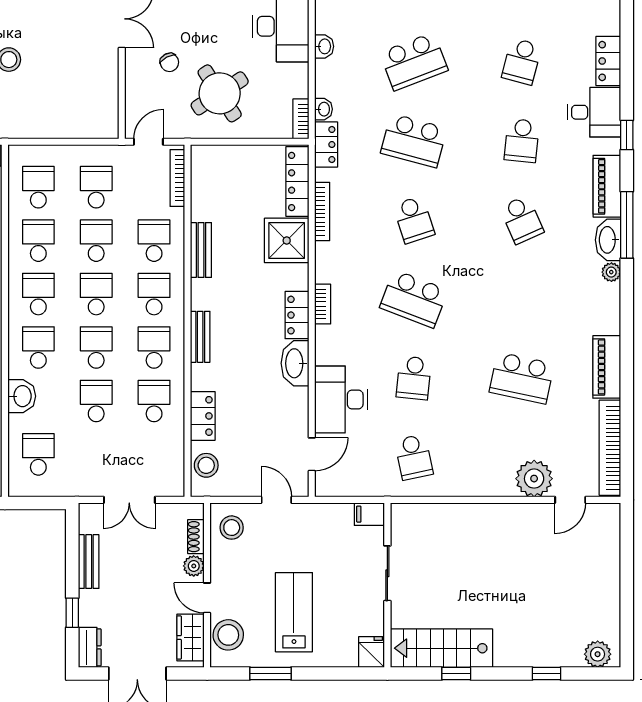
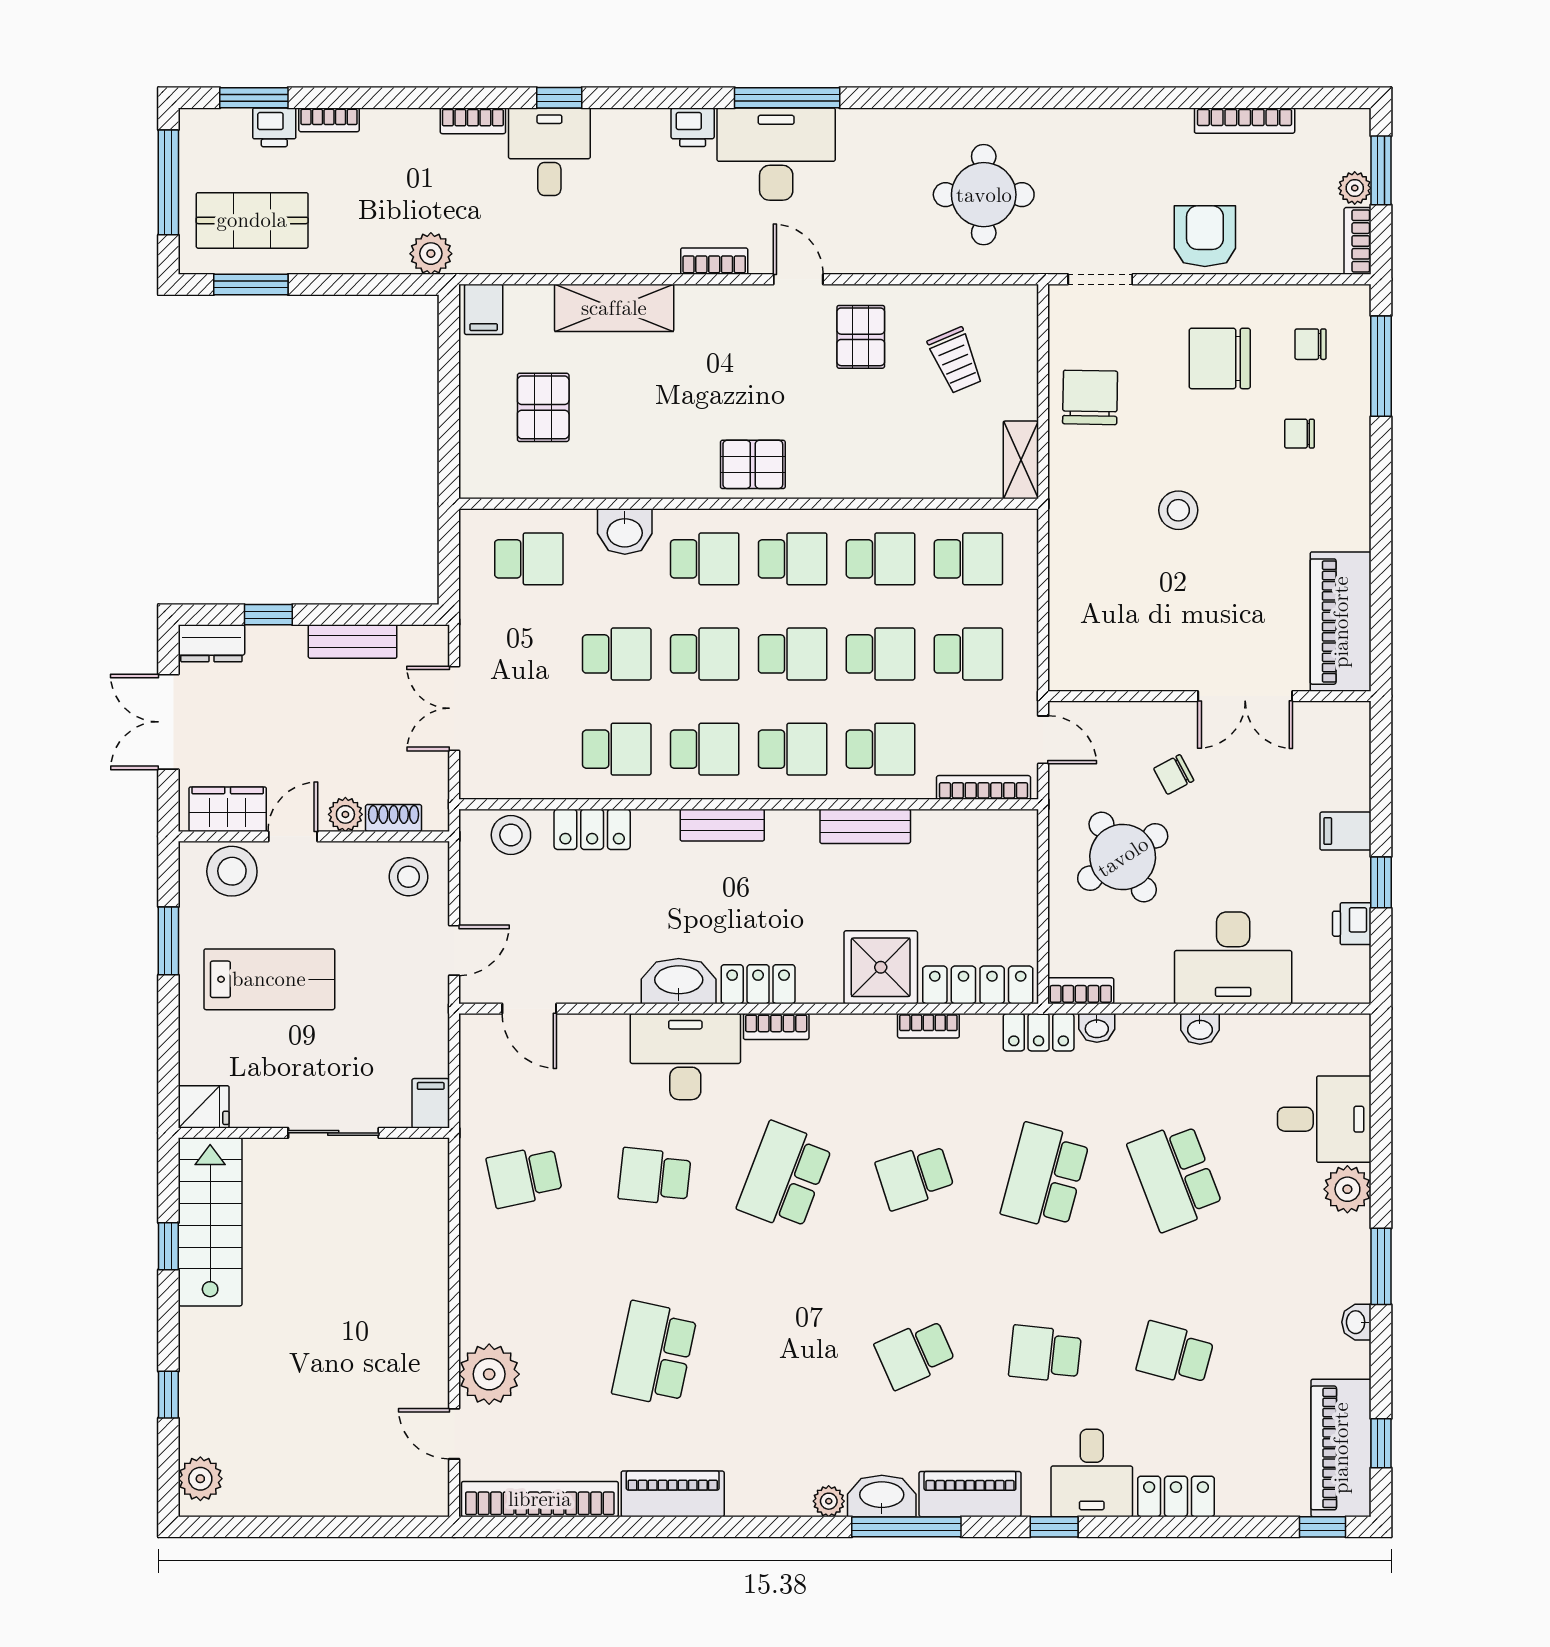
bookcase: (322, 211) -> (928, 1026), width x0.64
desk: (341, 399) -> (685, 1057), moved

